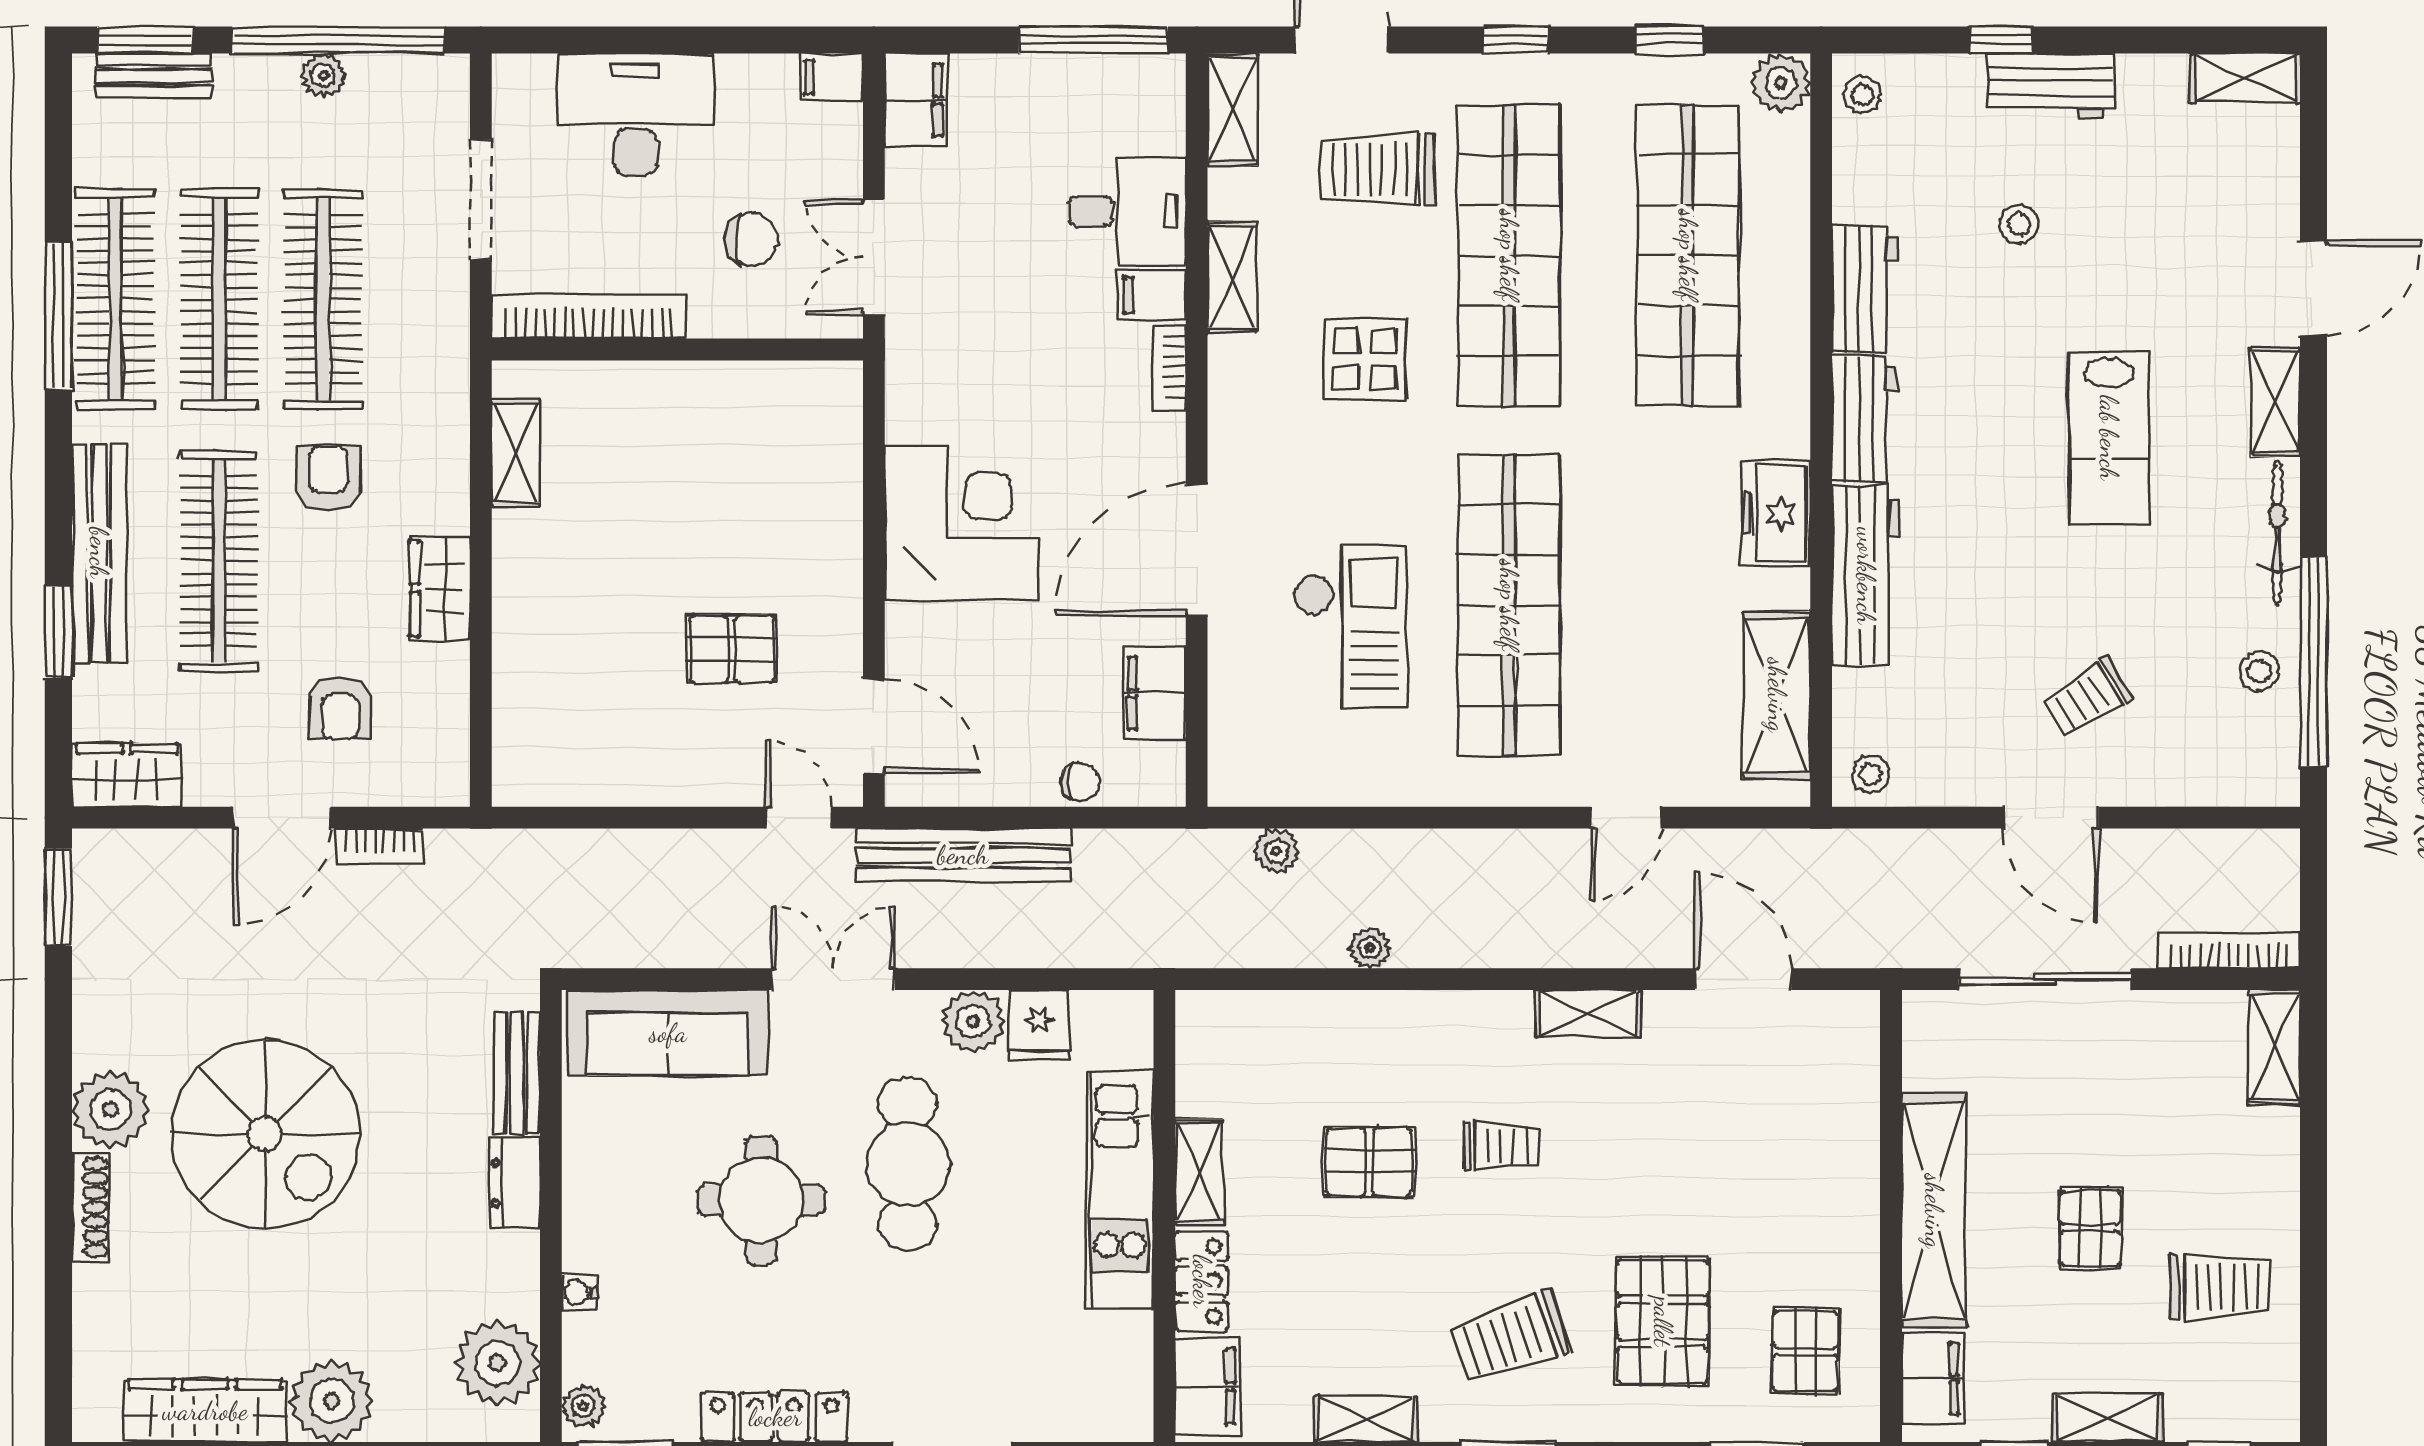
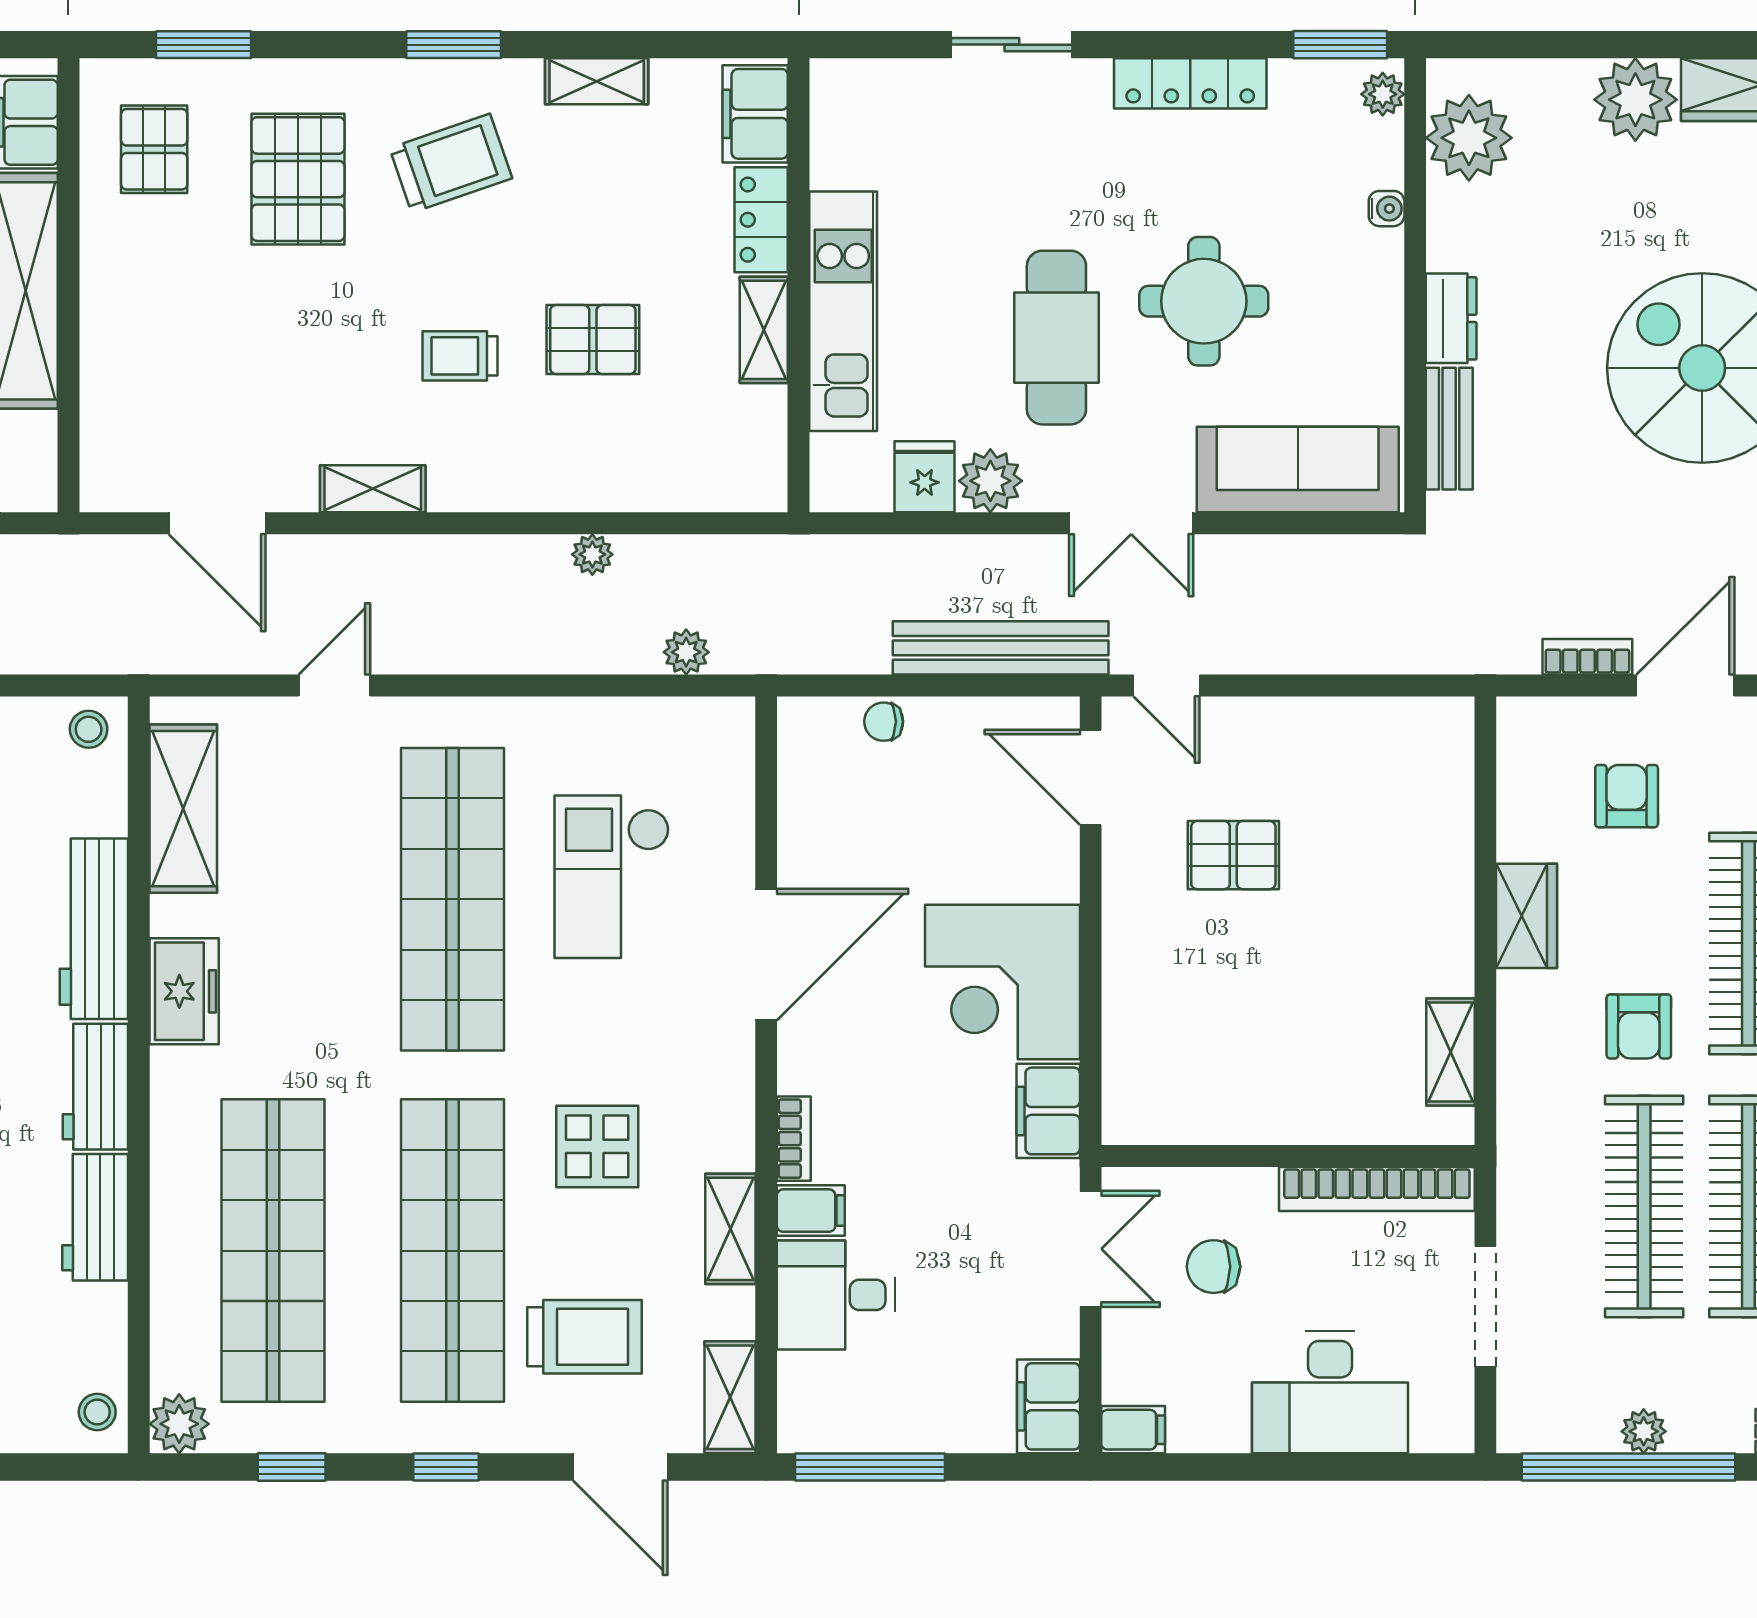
filing cabinet: (1155, 693) -> (1048, 1111), moved, turned 180

